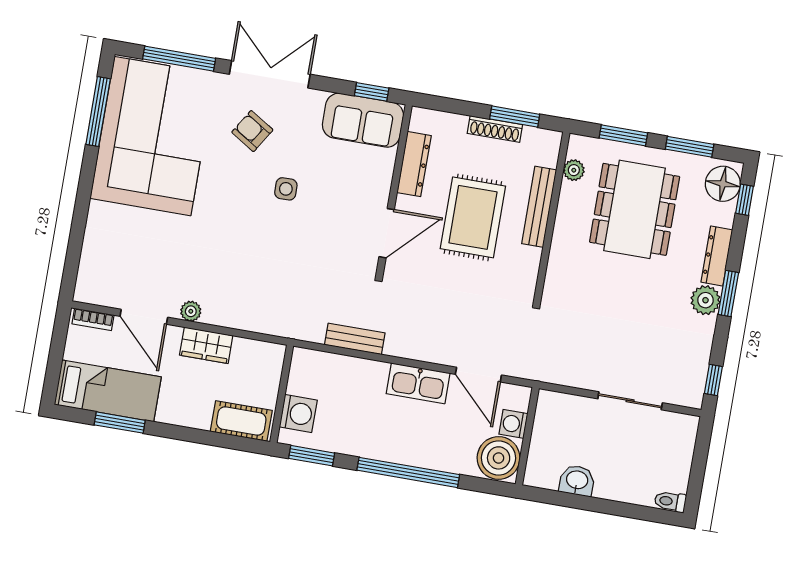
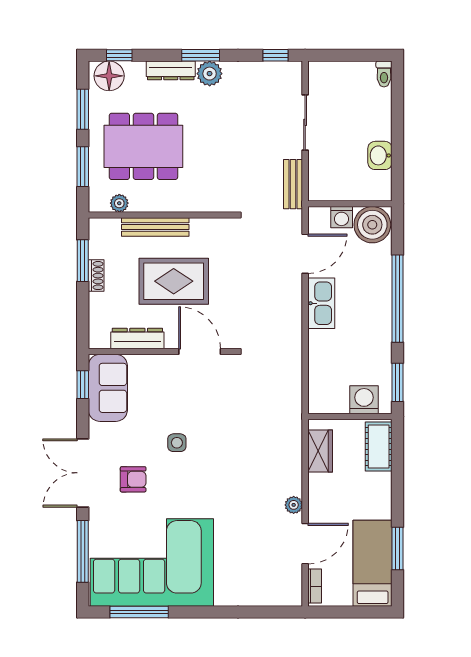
shoe rack: (495, 129) -> (96, 276), width x0.70
armchair: (252, 131) -> (133, 479), turned -122
bench: (355, 339) -> (293, 184), moved
wardrobe: (206, 345) -> (320, 451), moved

